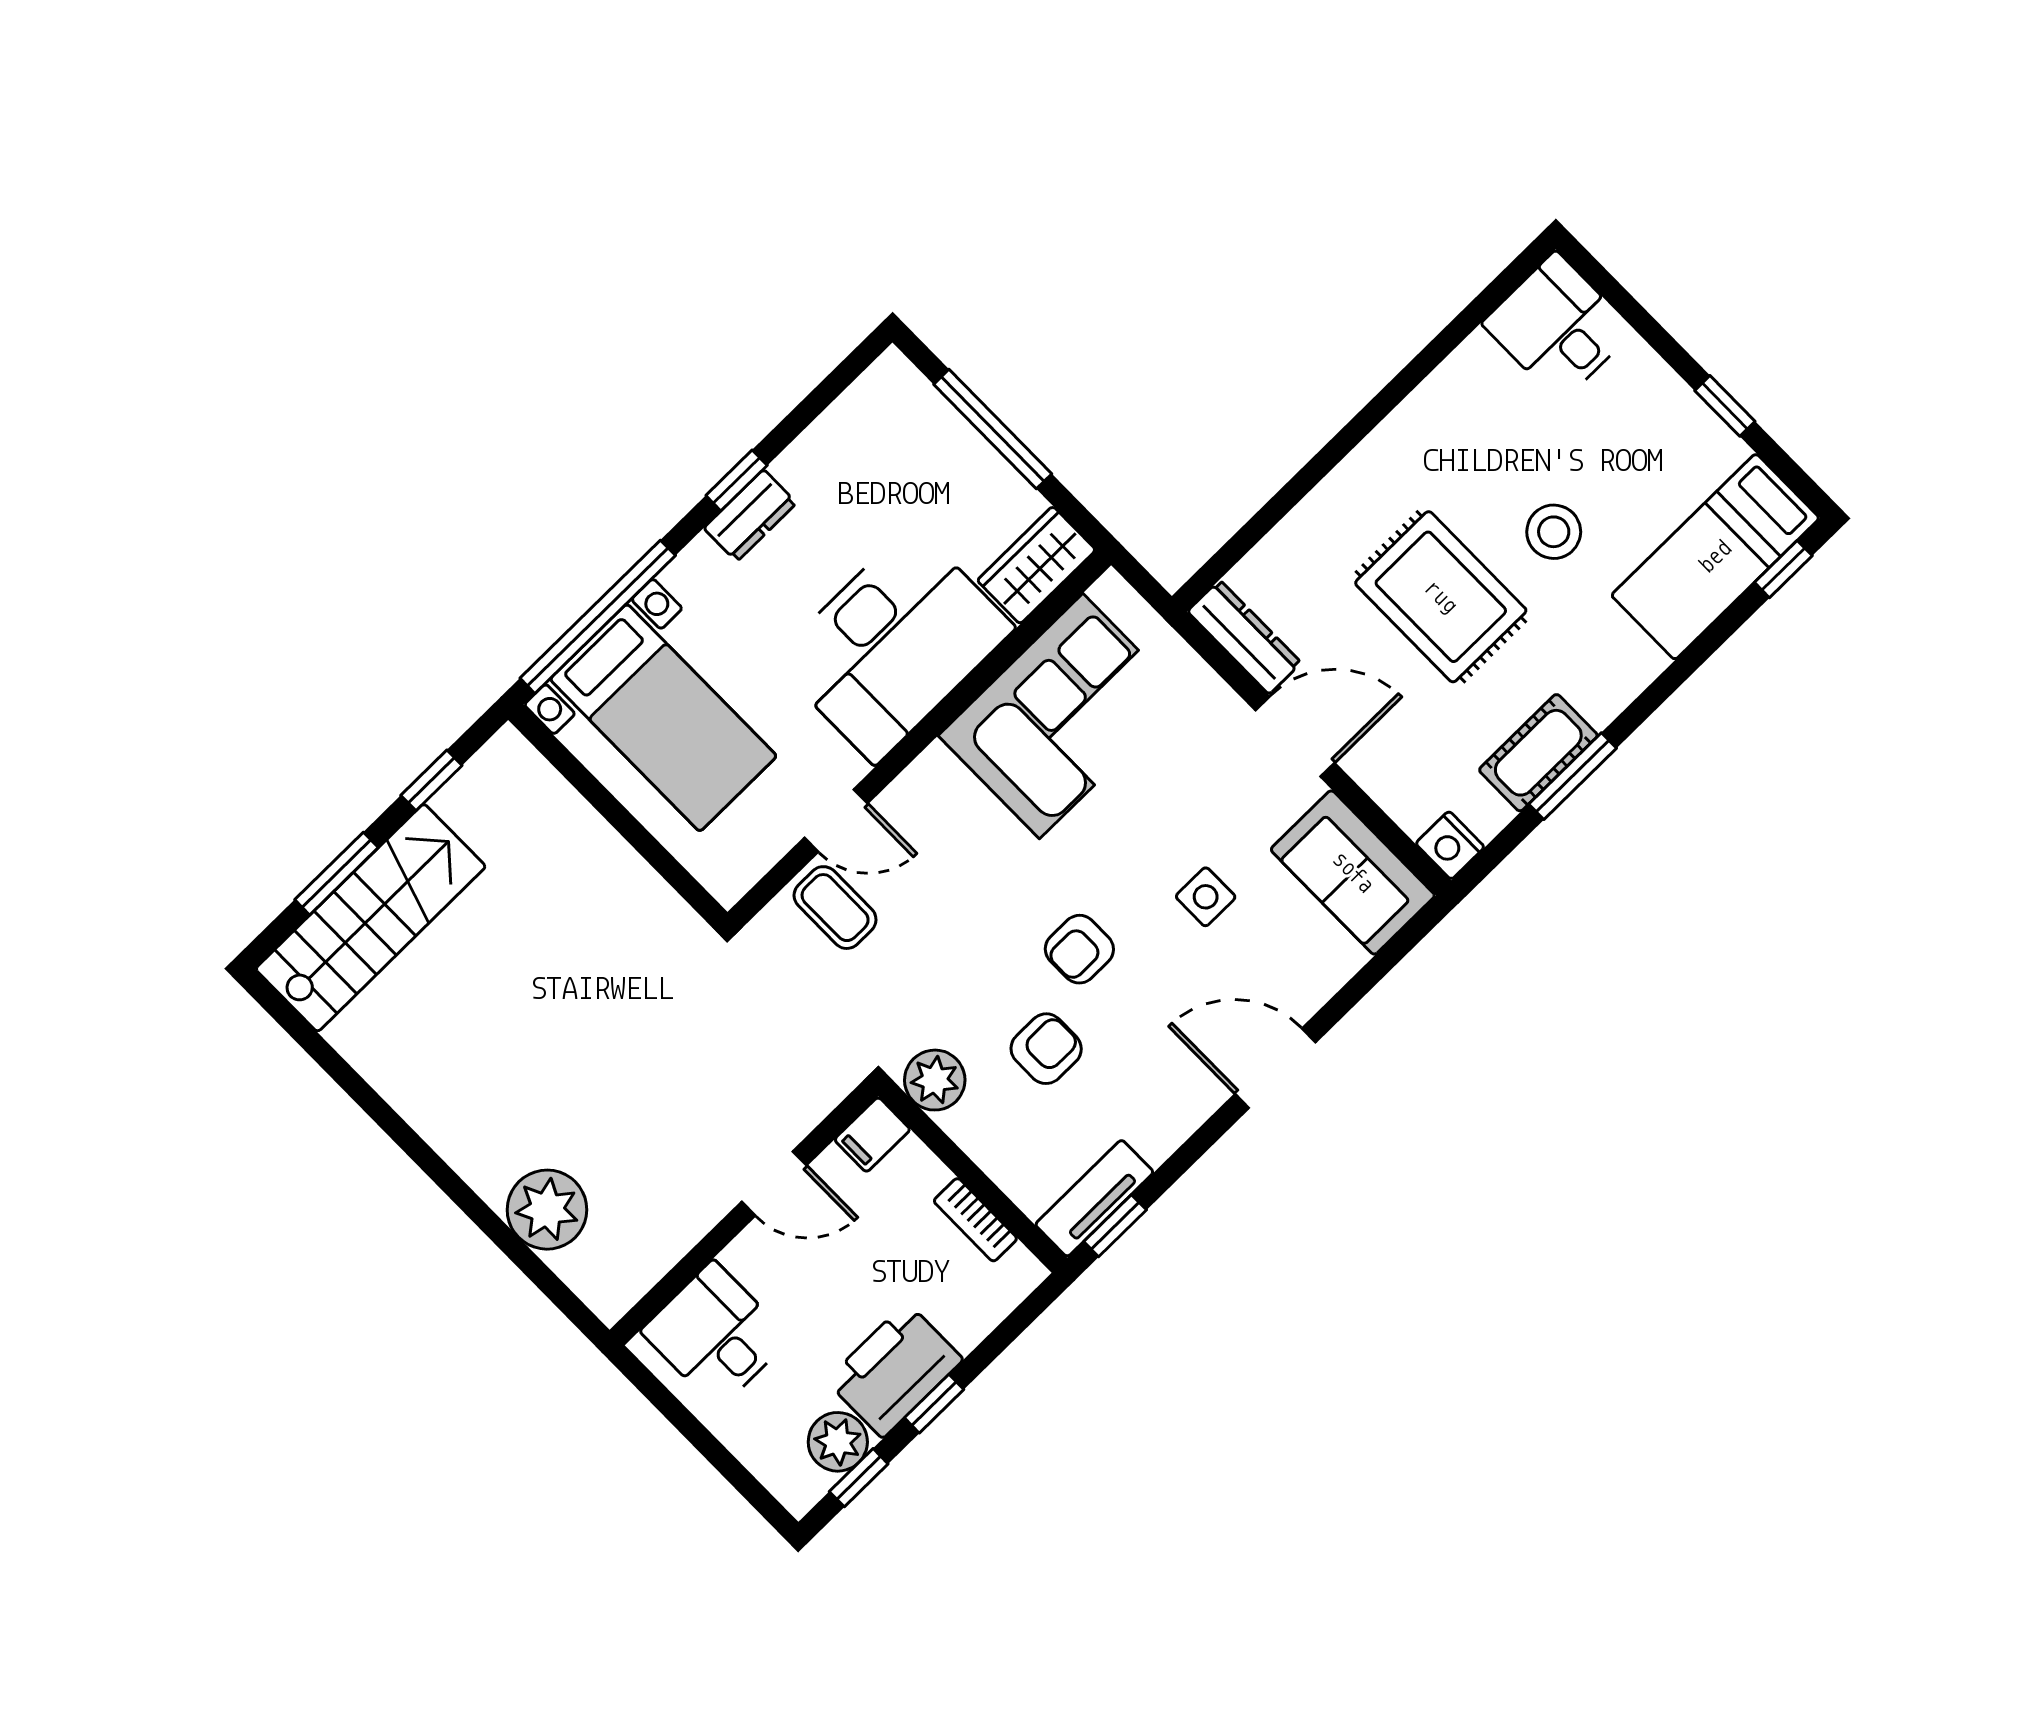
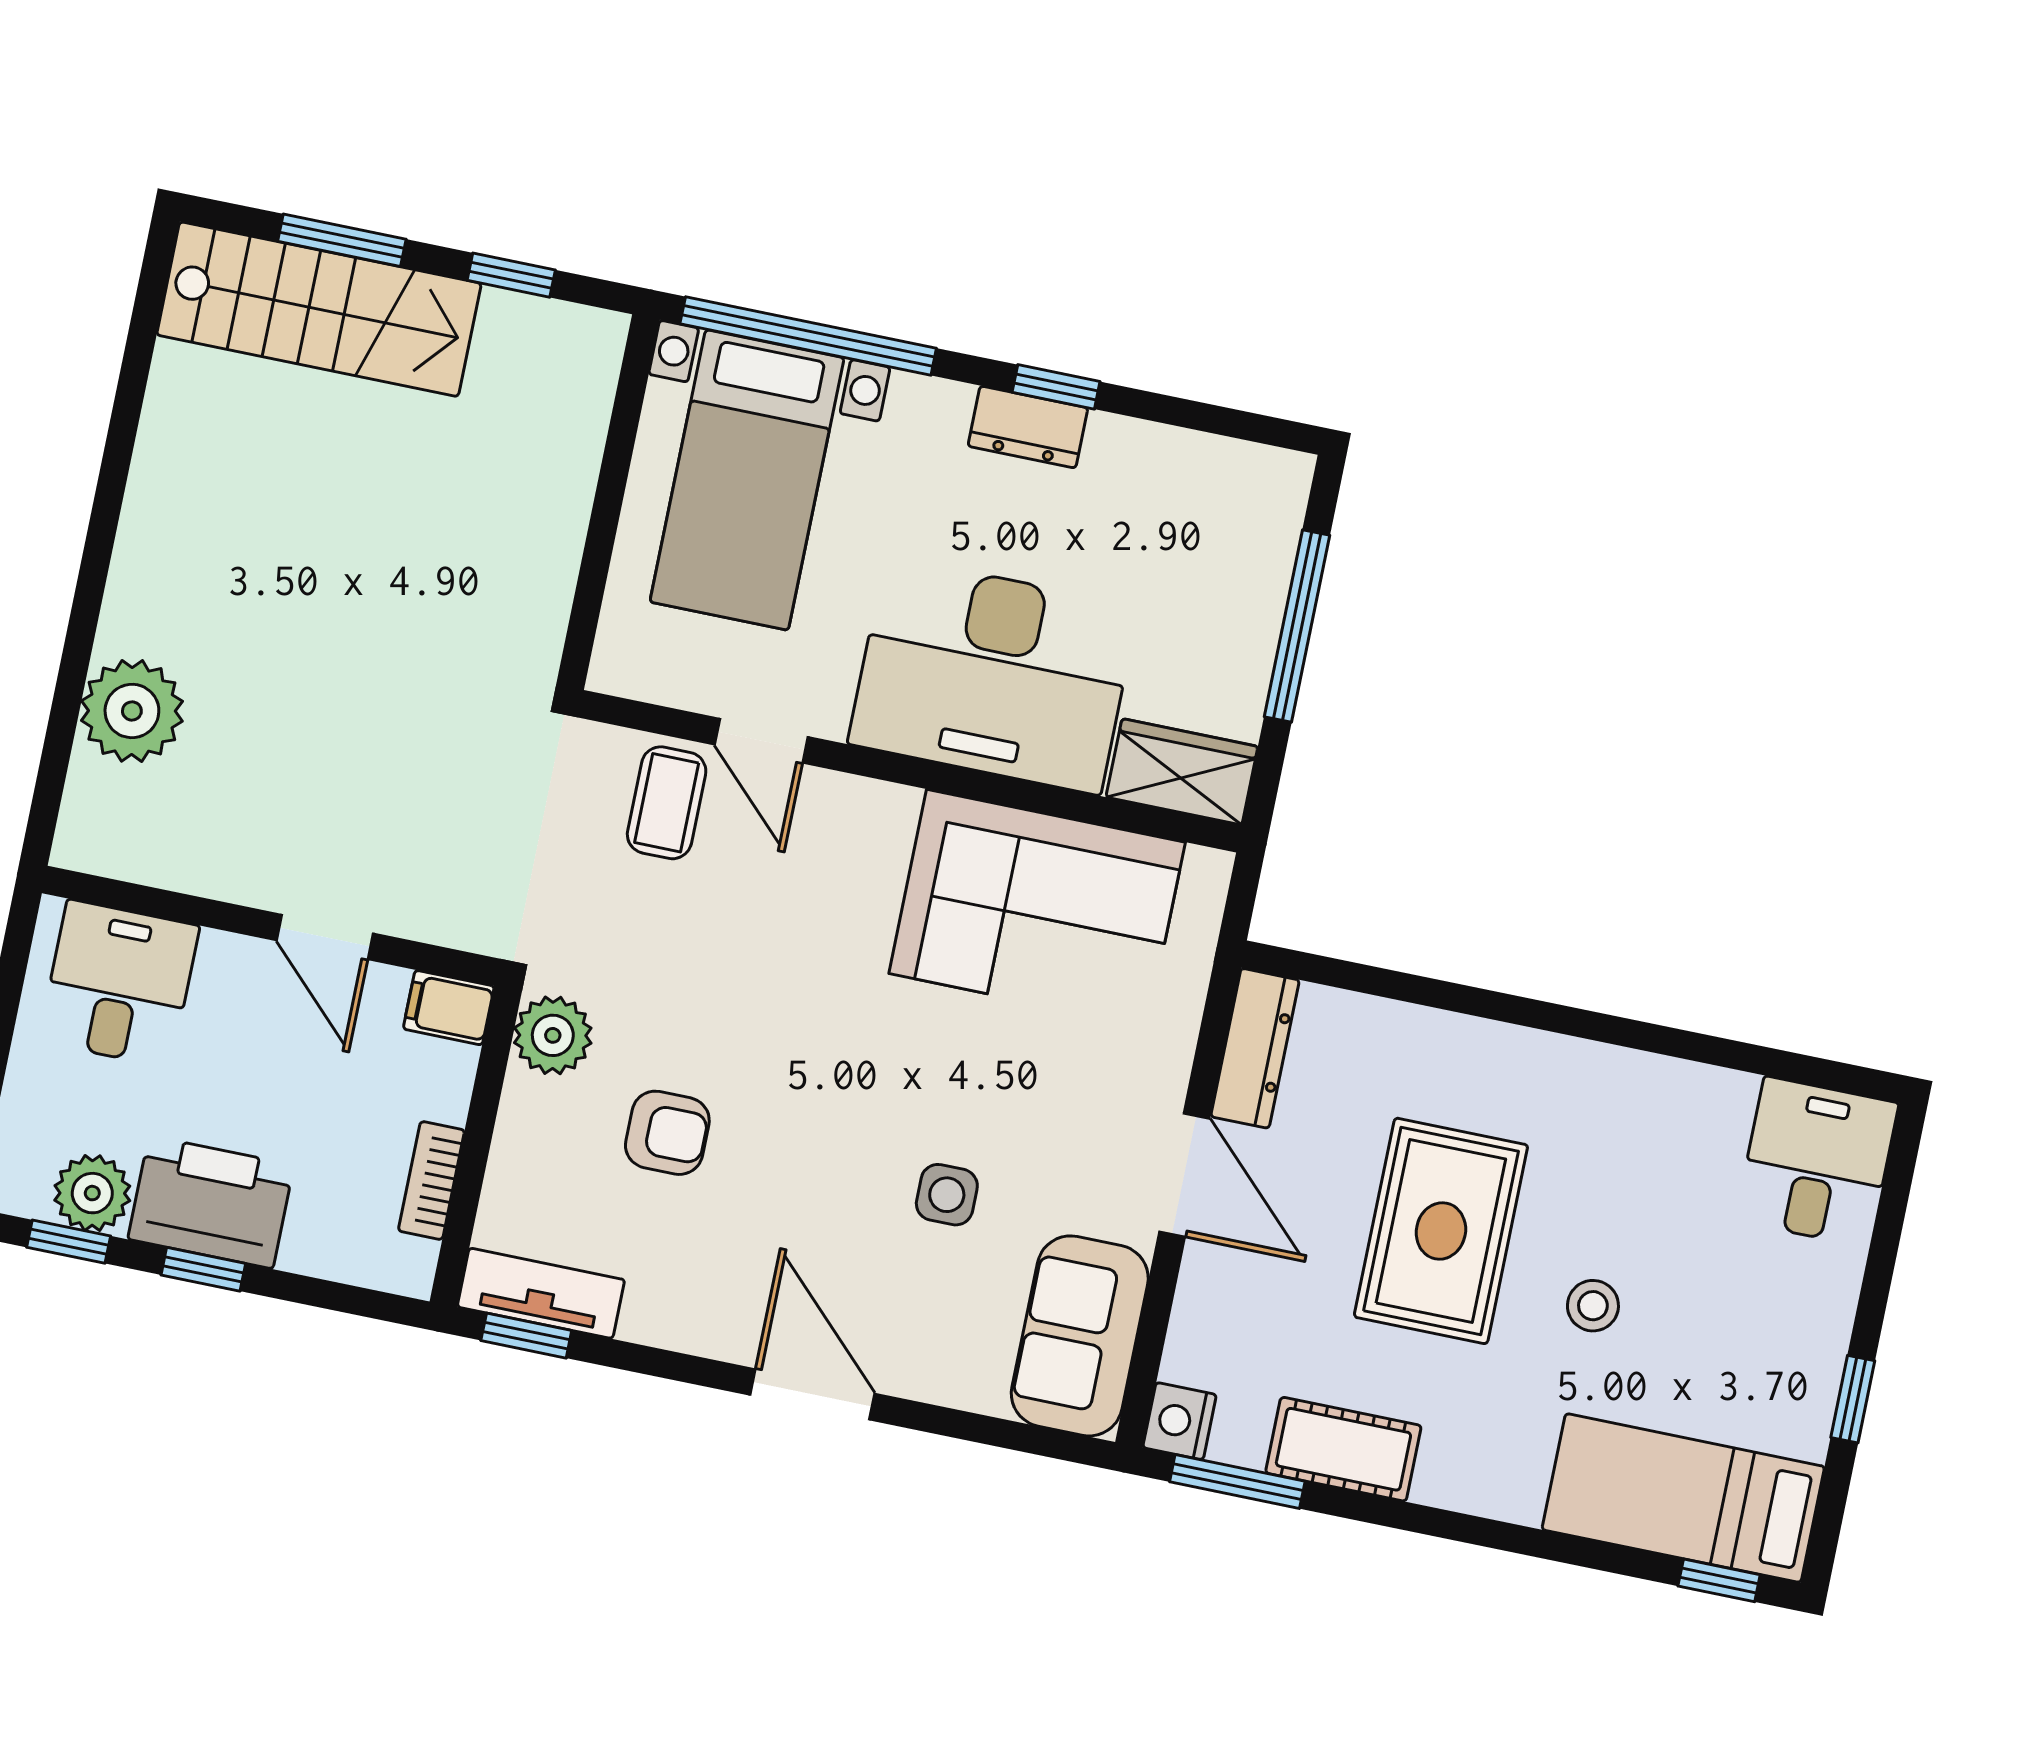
stool: (1554, 532) -> (1593, 1306), width x0.73, depth x0.73
window: (1573, 776) -> (1237, 1481), moved
armchair: (1079, 949) -> (799, 1097), removed

